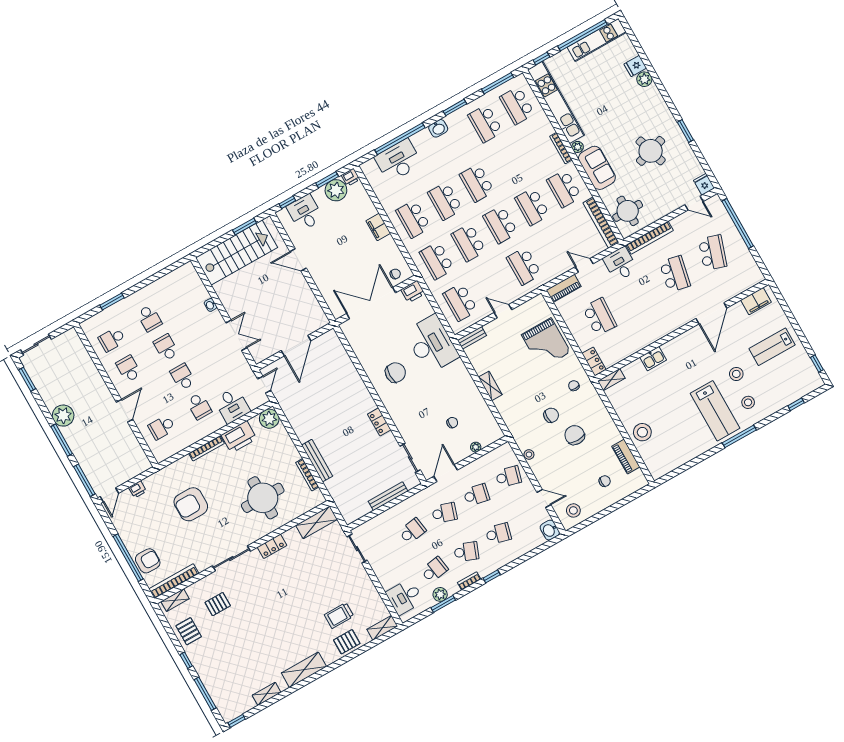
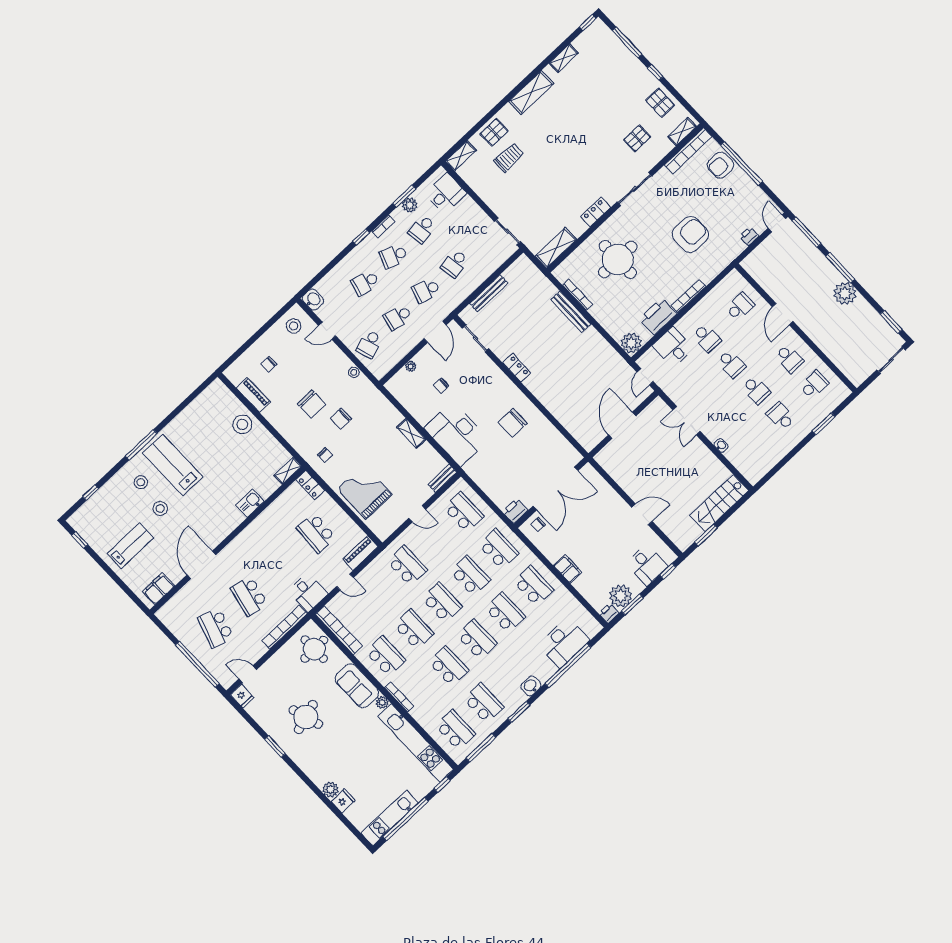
school desk: (509, 165) -> (449, 666), added
stairs: (237, 252) -> (719, 503), width x0.73, depth x0.66
desk: (432, 344) -> (456, 434), moved
school desk: (199, 406) -> (707, 338), turned 180
school desk: (508, 477) -> (369, 344), turned -33

